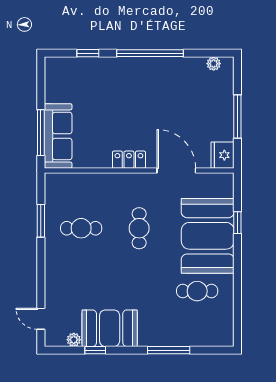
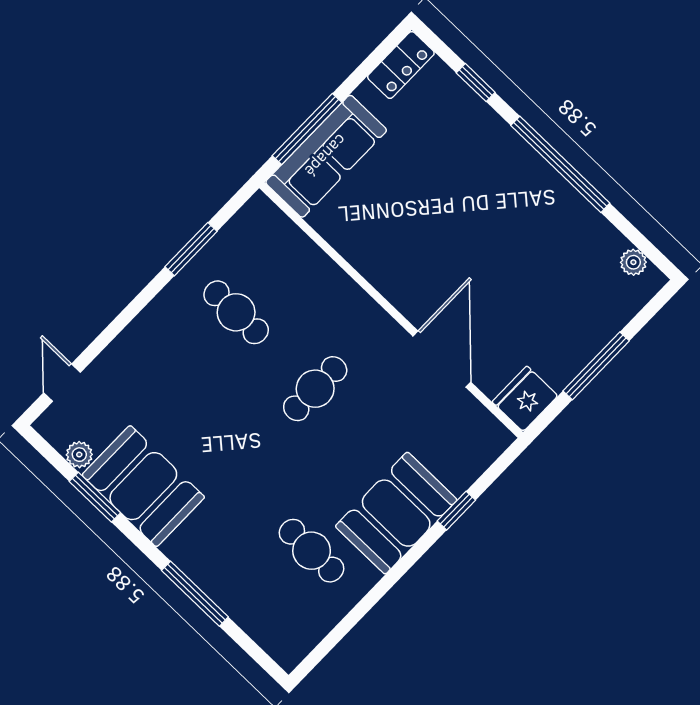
locker: (129, 160) -> (401, 65), moved, turned 90
booth: (208, 236) -> (396, 513), width x0.73, depth x0.70
window: (95, 350) -> (95, 497), width x1.50

